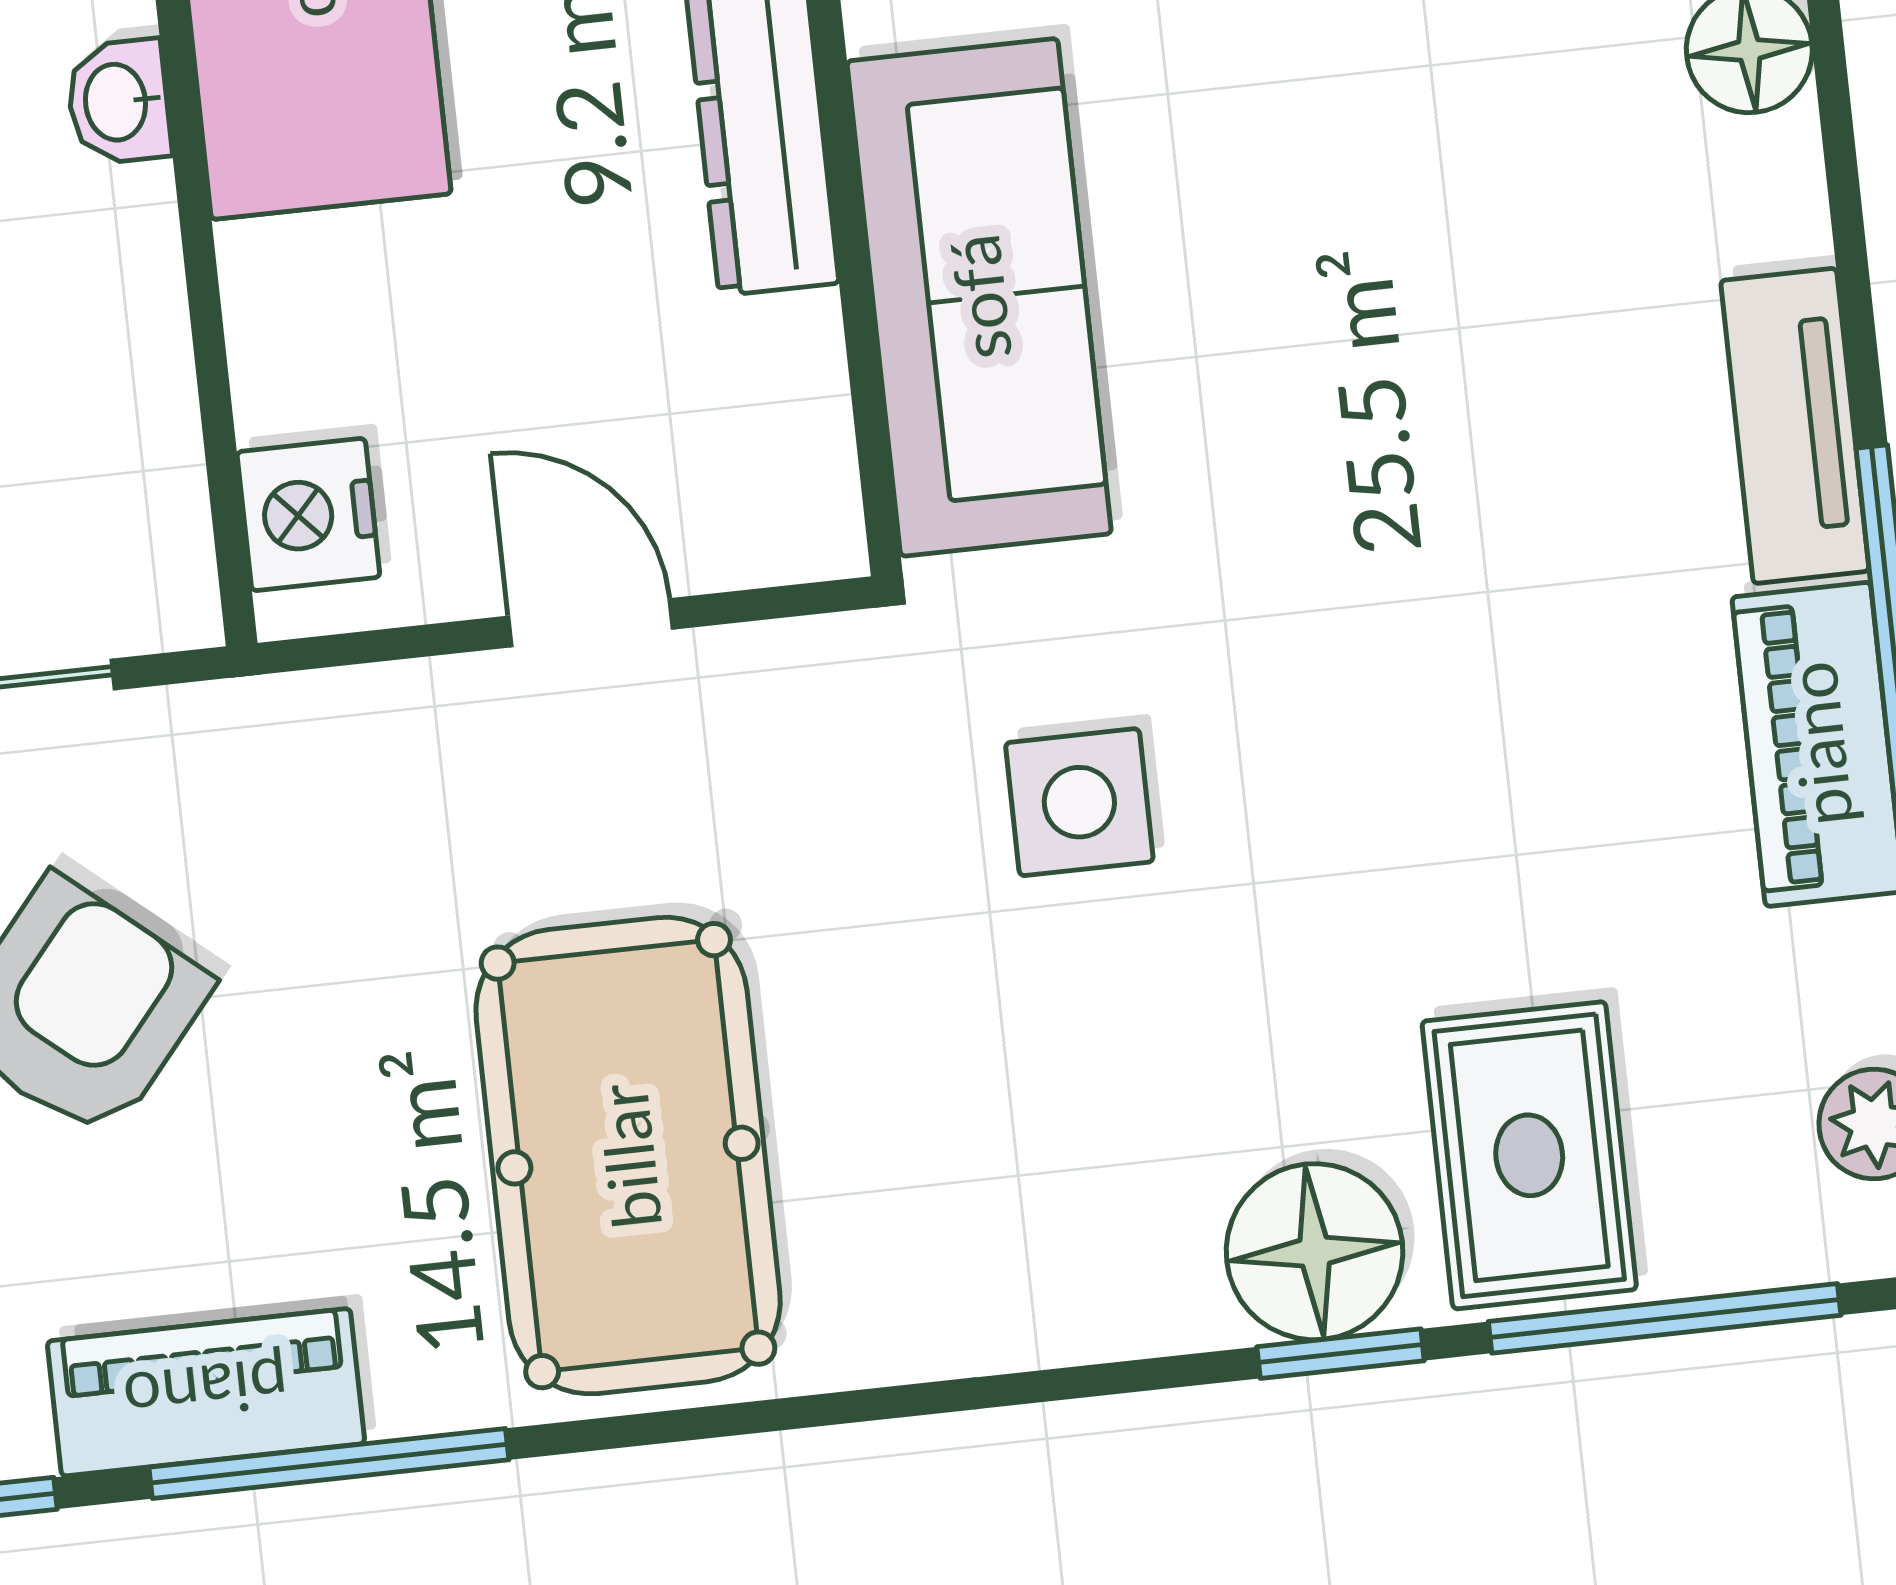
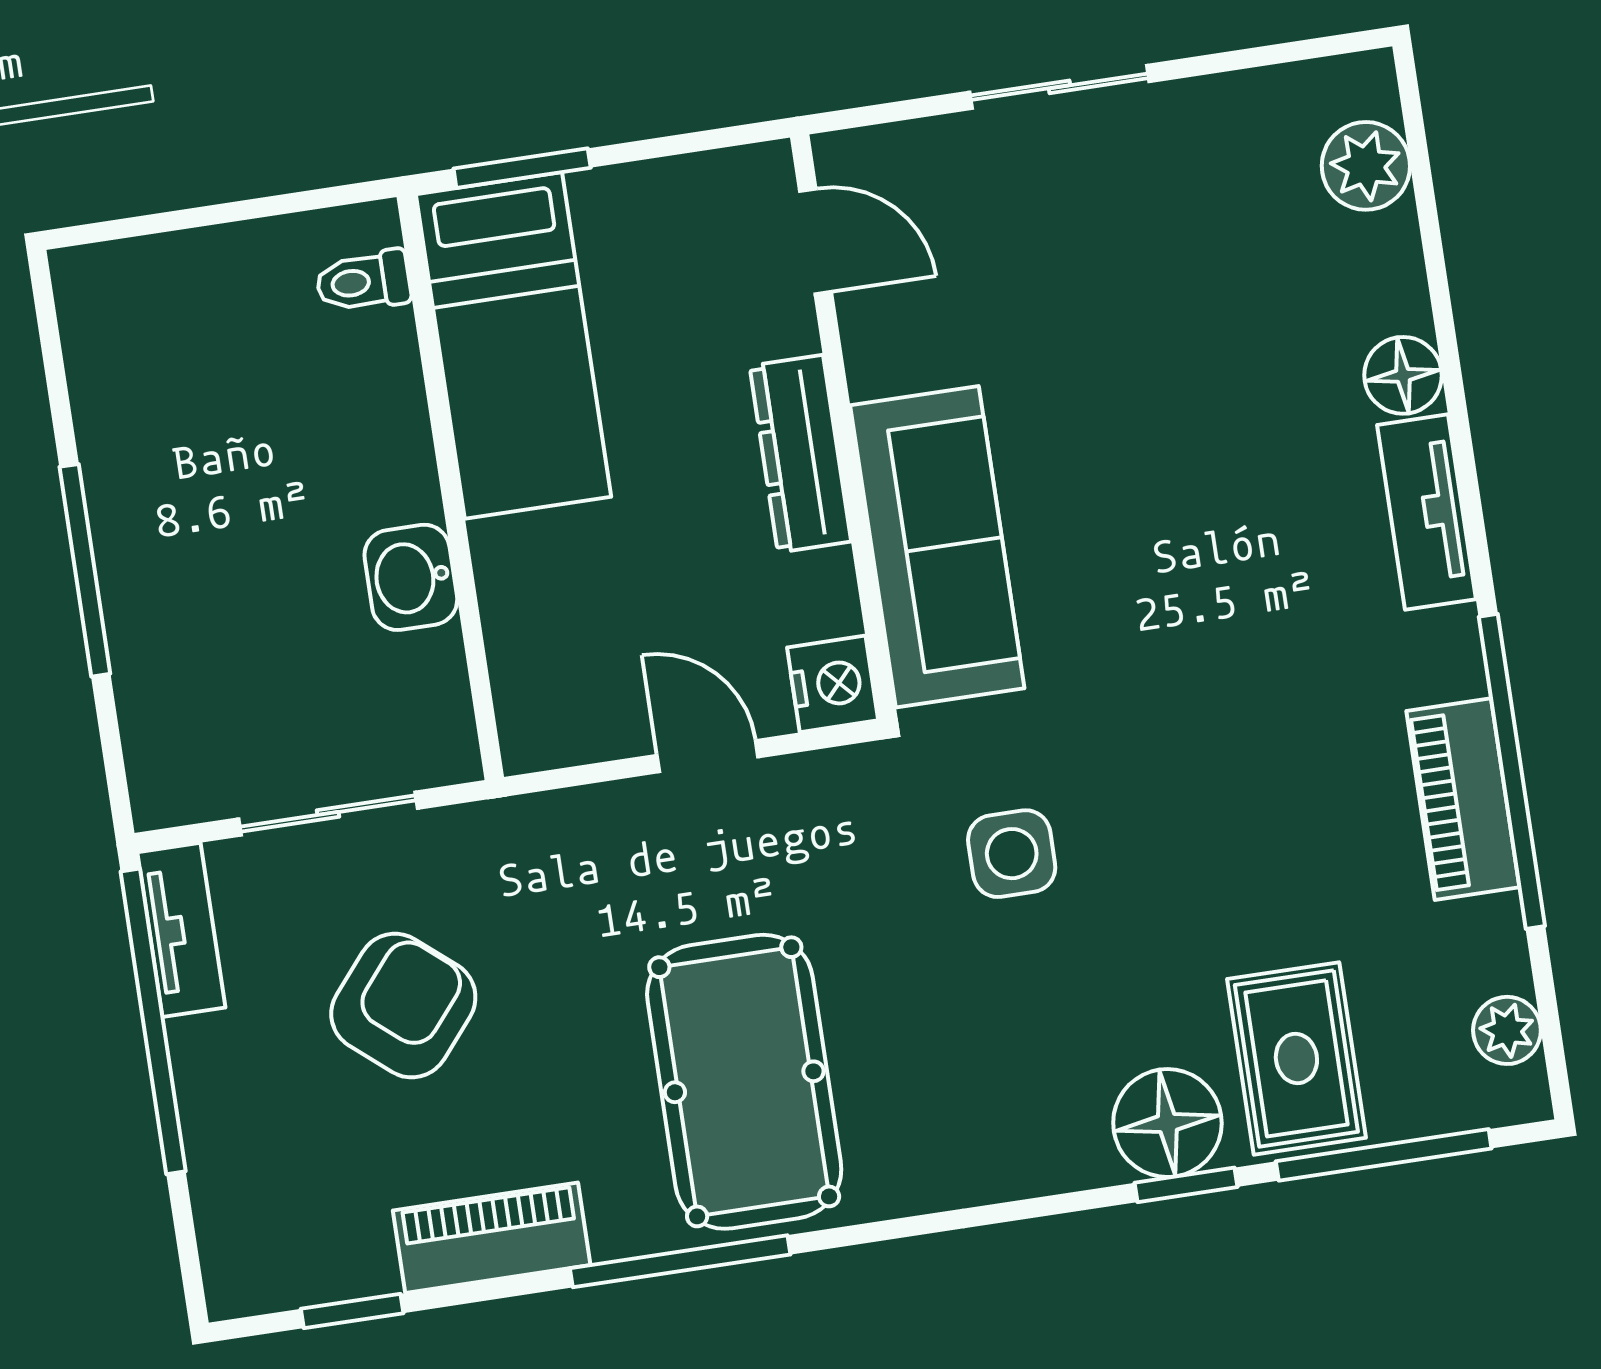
washbasin: (118, 102) -> (411, 577), moved, width x1.38, depth x1.45
tv unit: (1795, 426) -> (1427, 512), moved
nightstand: (308, 514) -> (833, 684), moved, turned 180
window: (329, 1464) -> (680, 1261), moved

